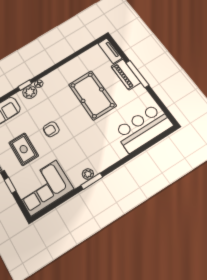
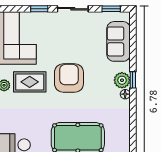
armchair: (51, 129) -> (69, 78), width x1.88, depth x1.88
rug: (24, 149) -> (30, 82), moved

